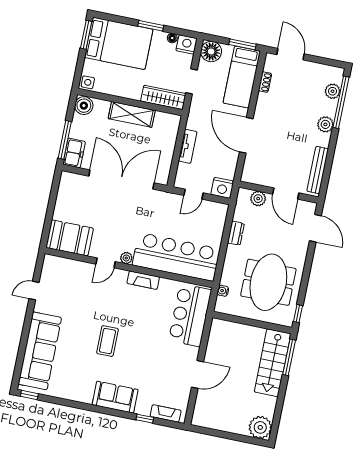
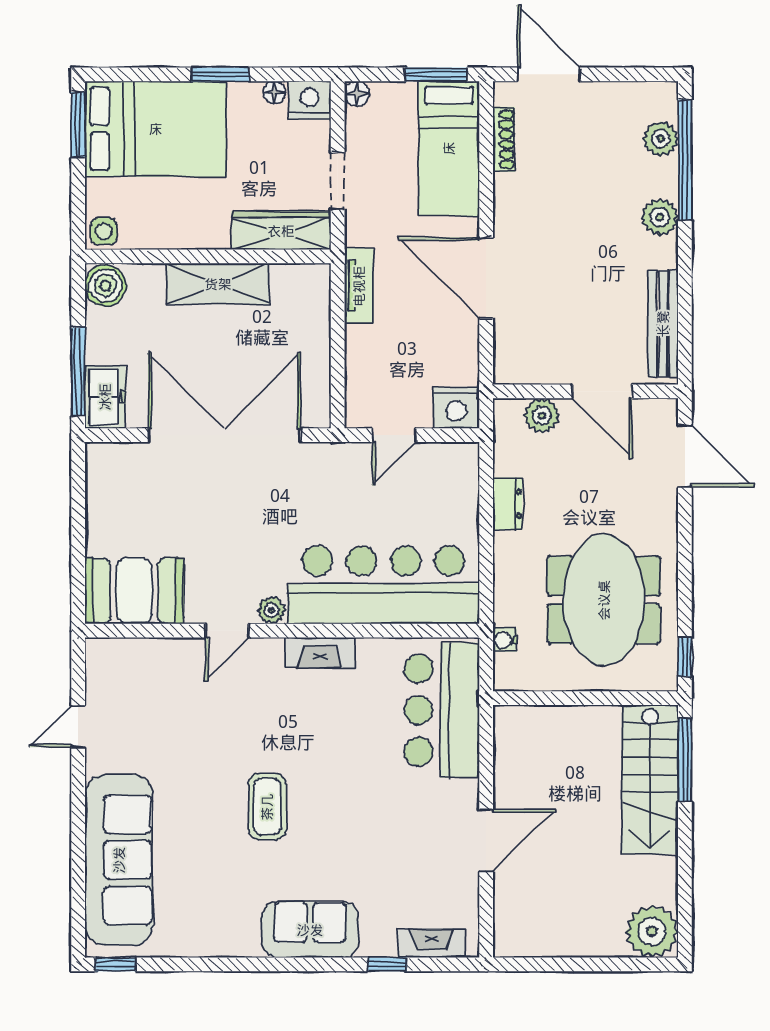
floor lamp: (211, 51) -> (357, 94), width x0.53, depth x0.53
shoe rack: (265, 82) -> (504, 139), width x1.43
tv unit: (188, 146) -> (359, 286), moved

